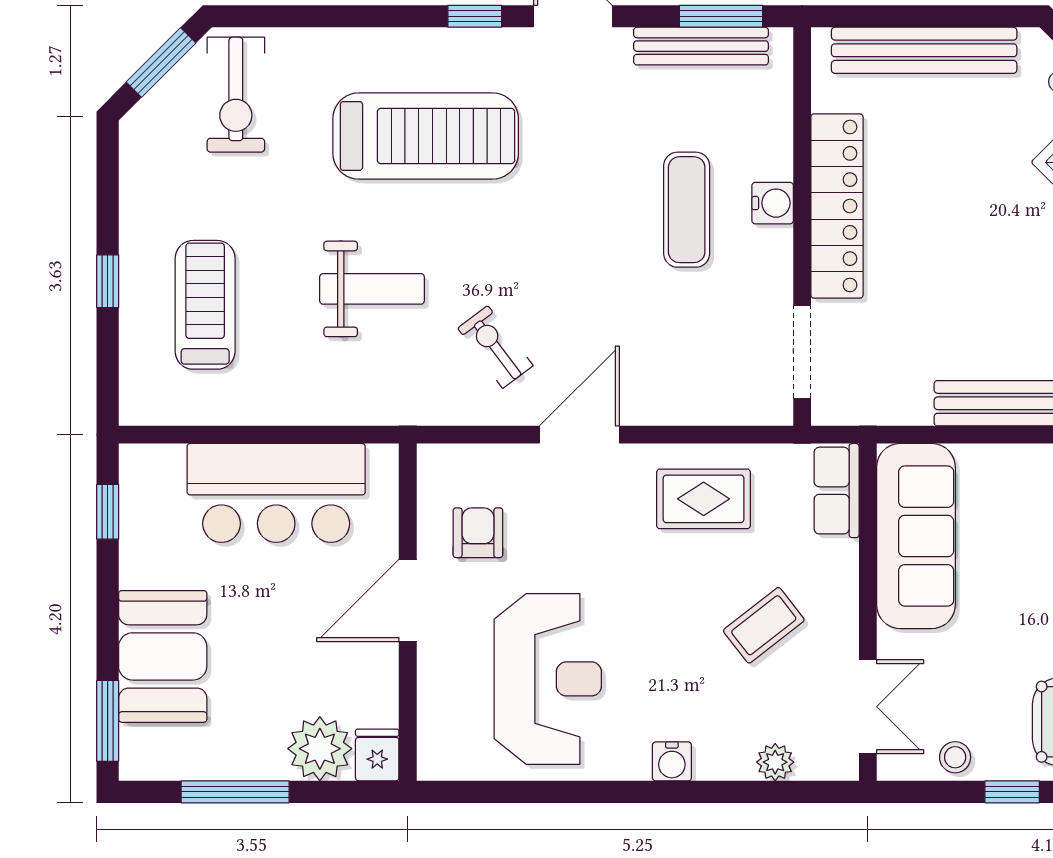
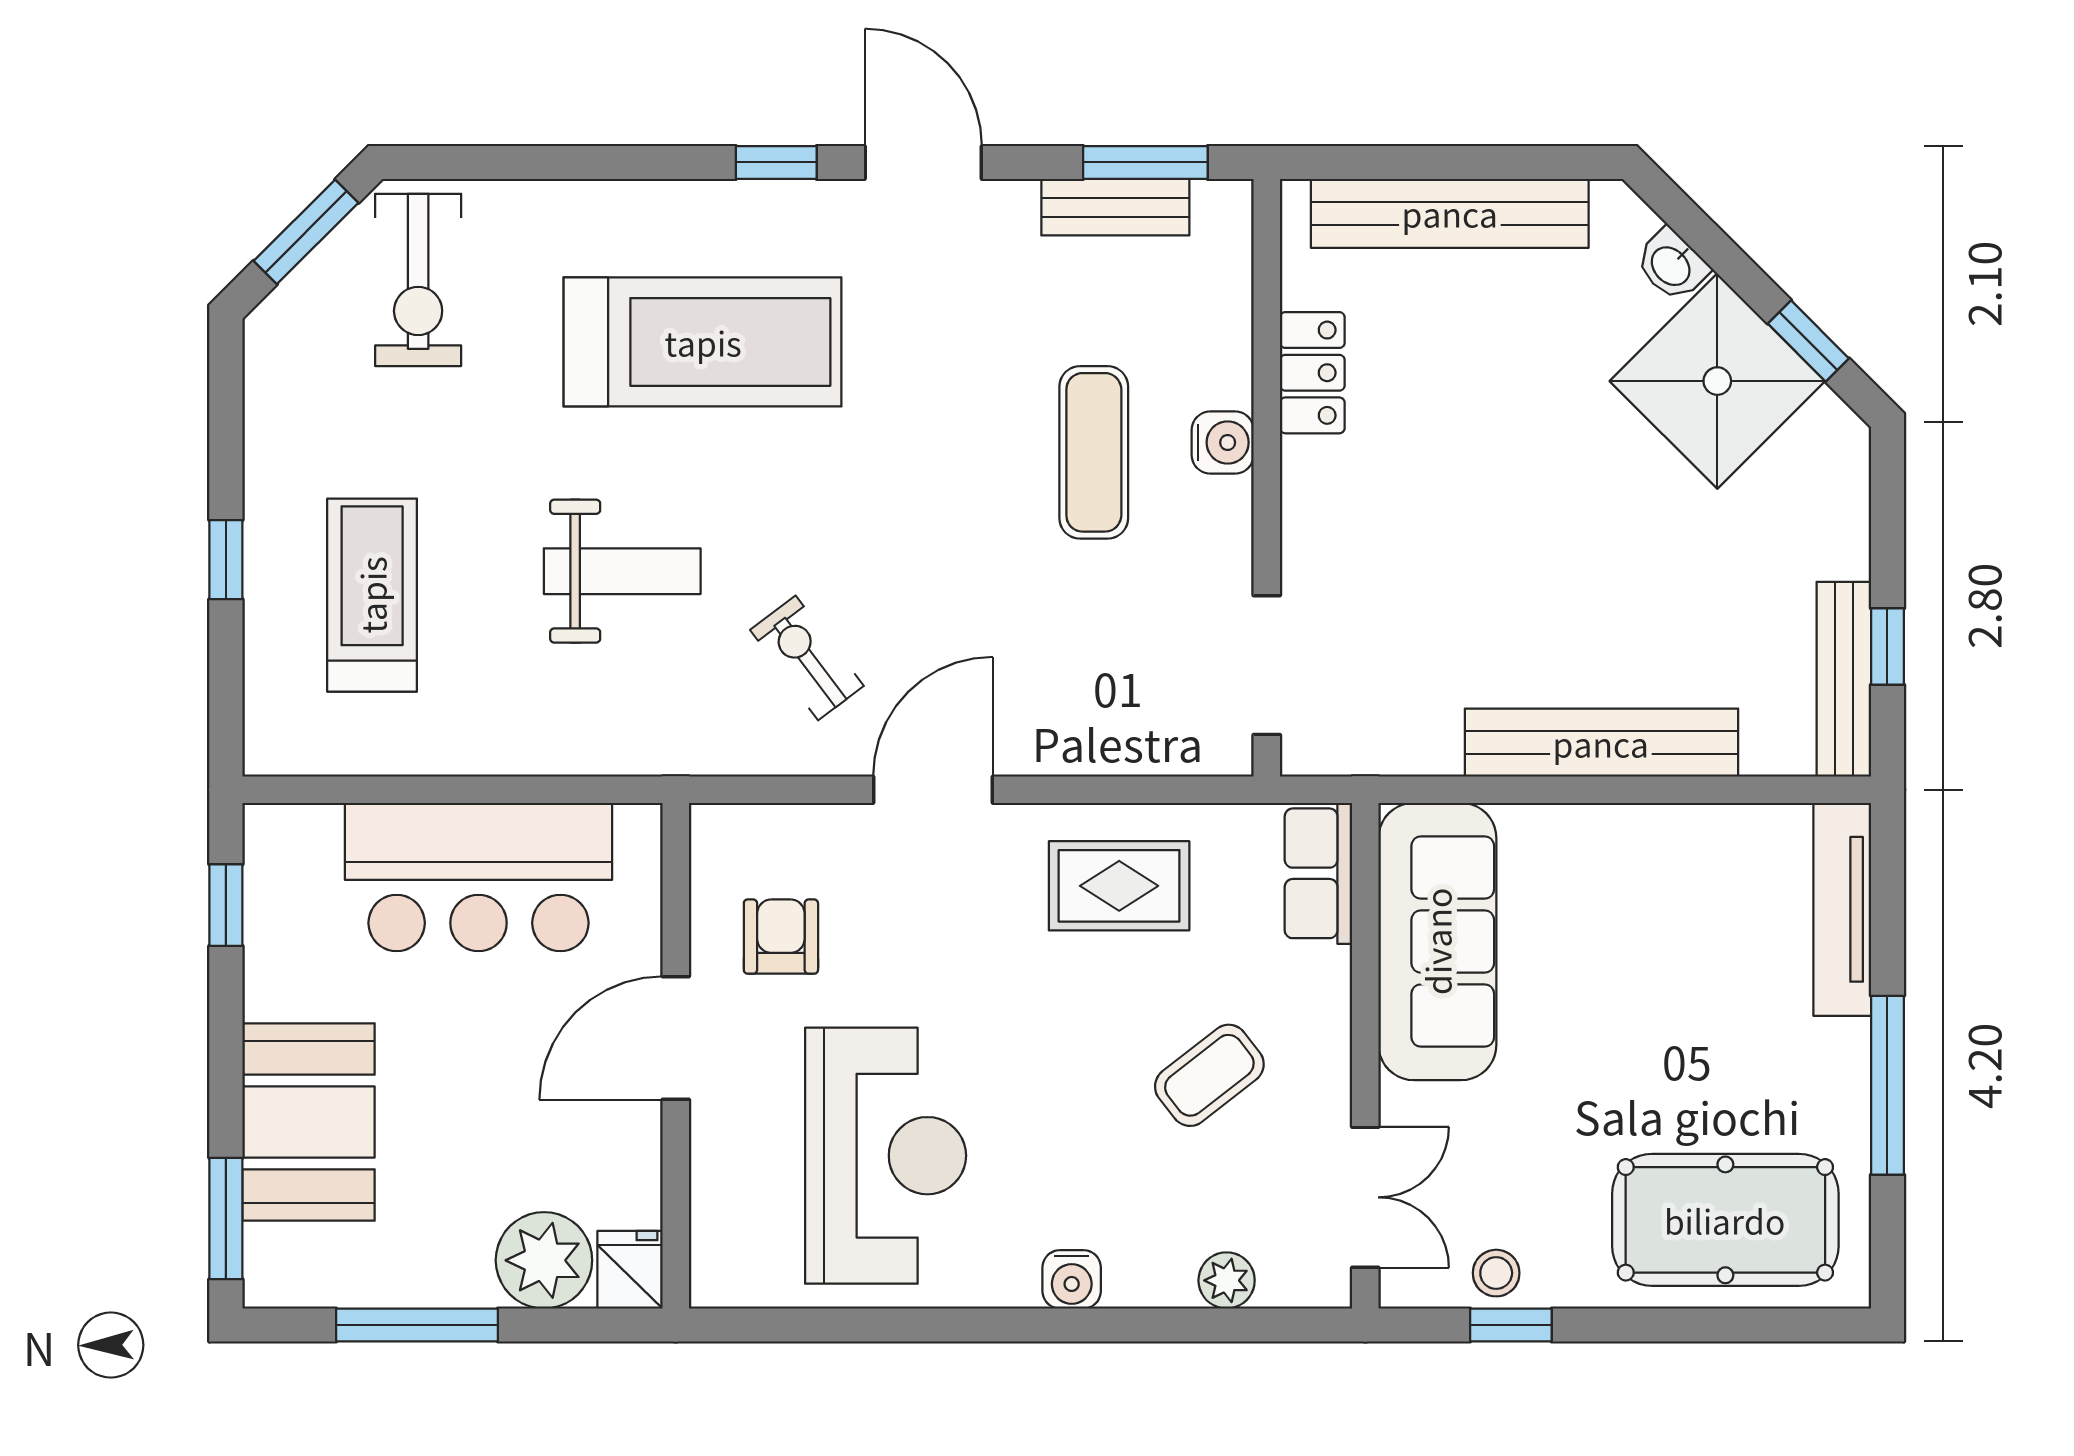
bench: (701, 46) -> (1115, 207), width x0.73
locker: (837, 206) -> (1312, 373), width x0.46, depth x0.83
window: (1012, 792) -> (1511, 1325), moved

